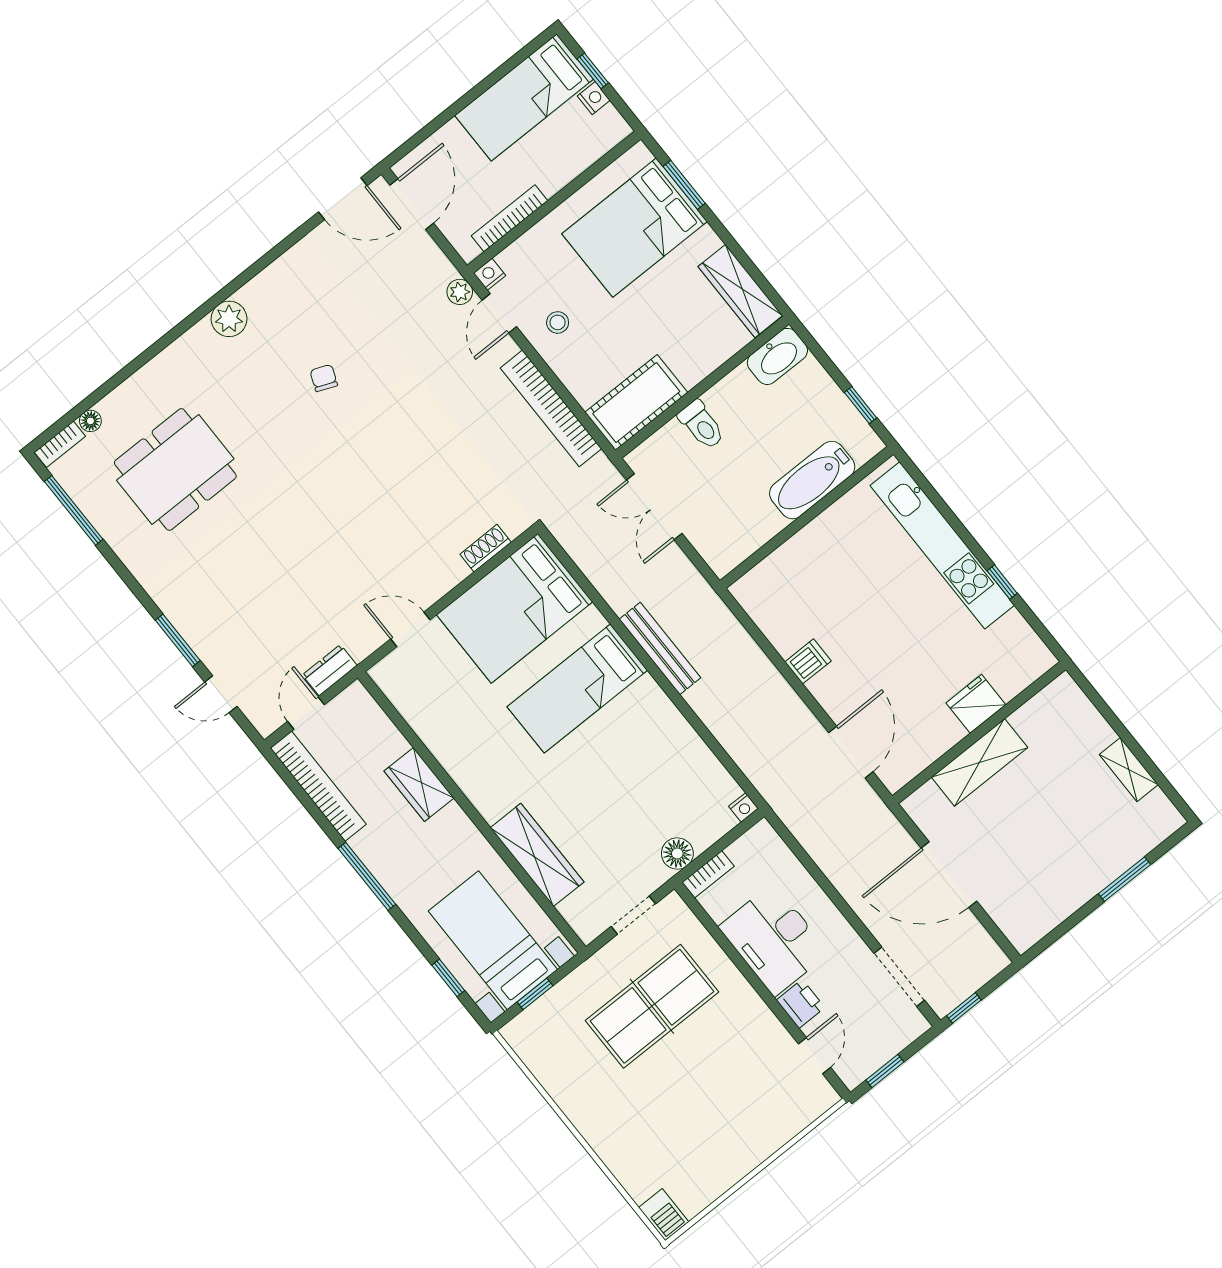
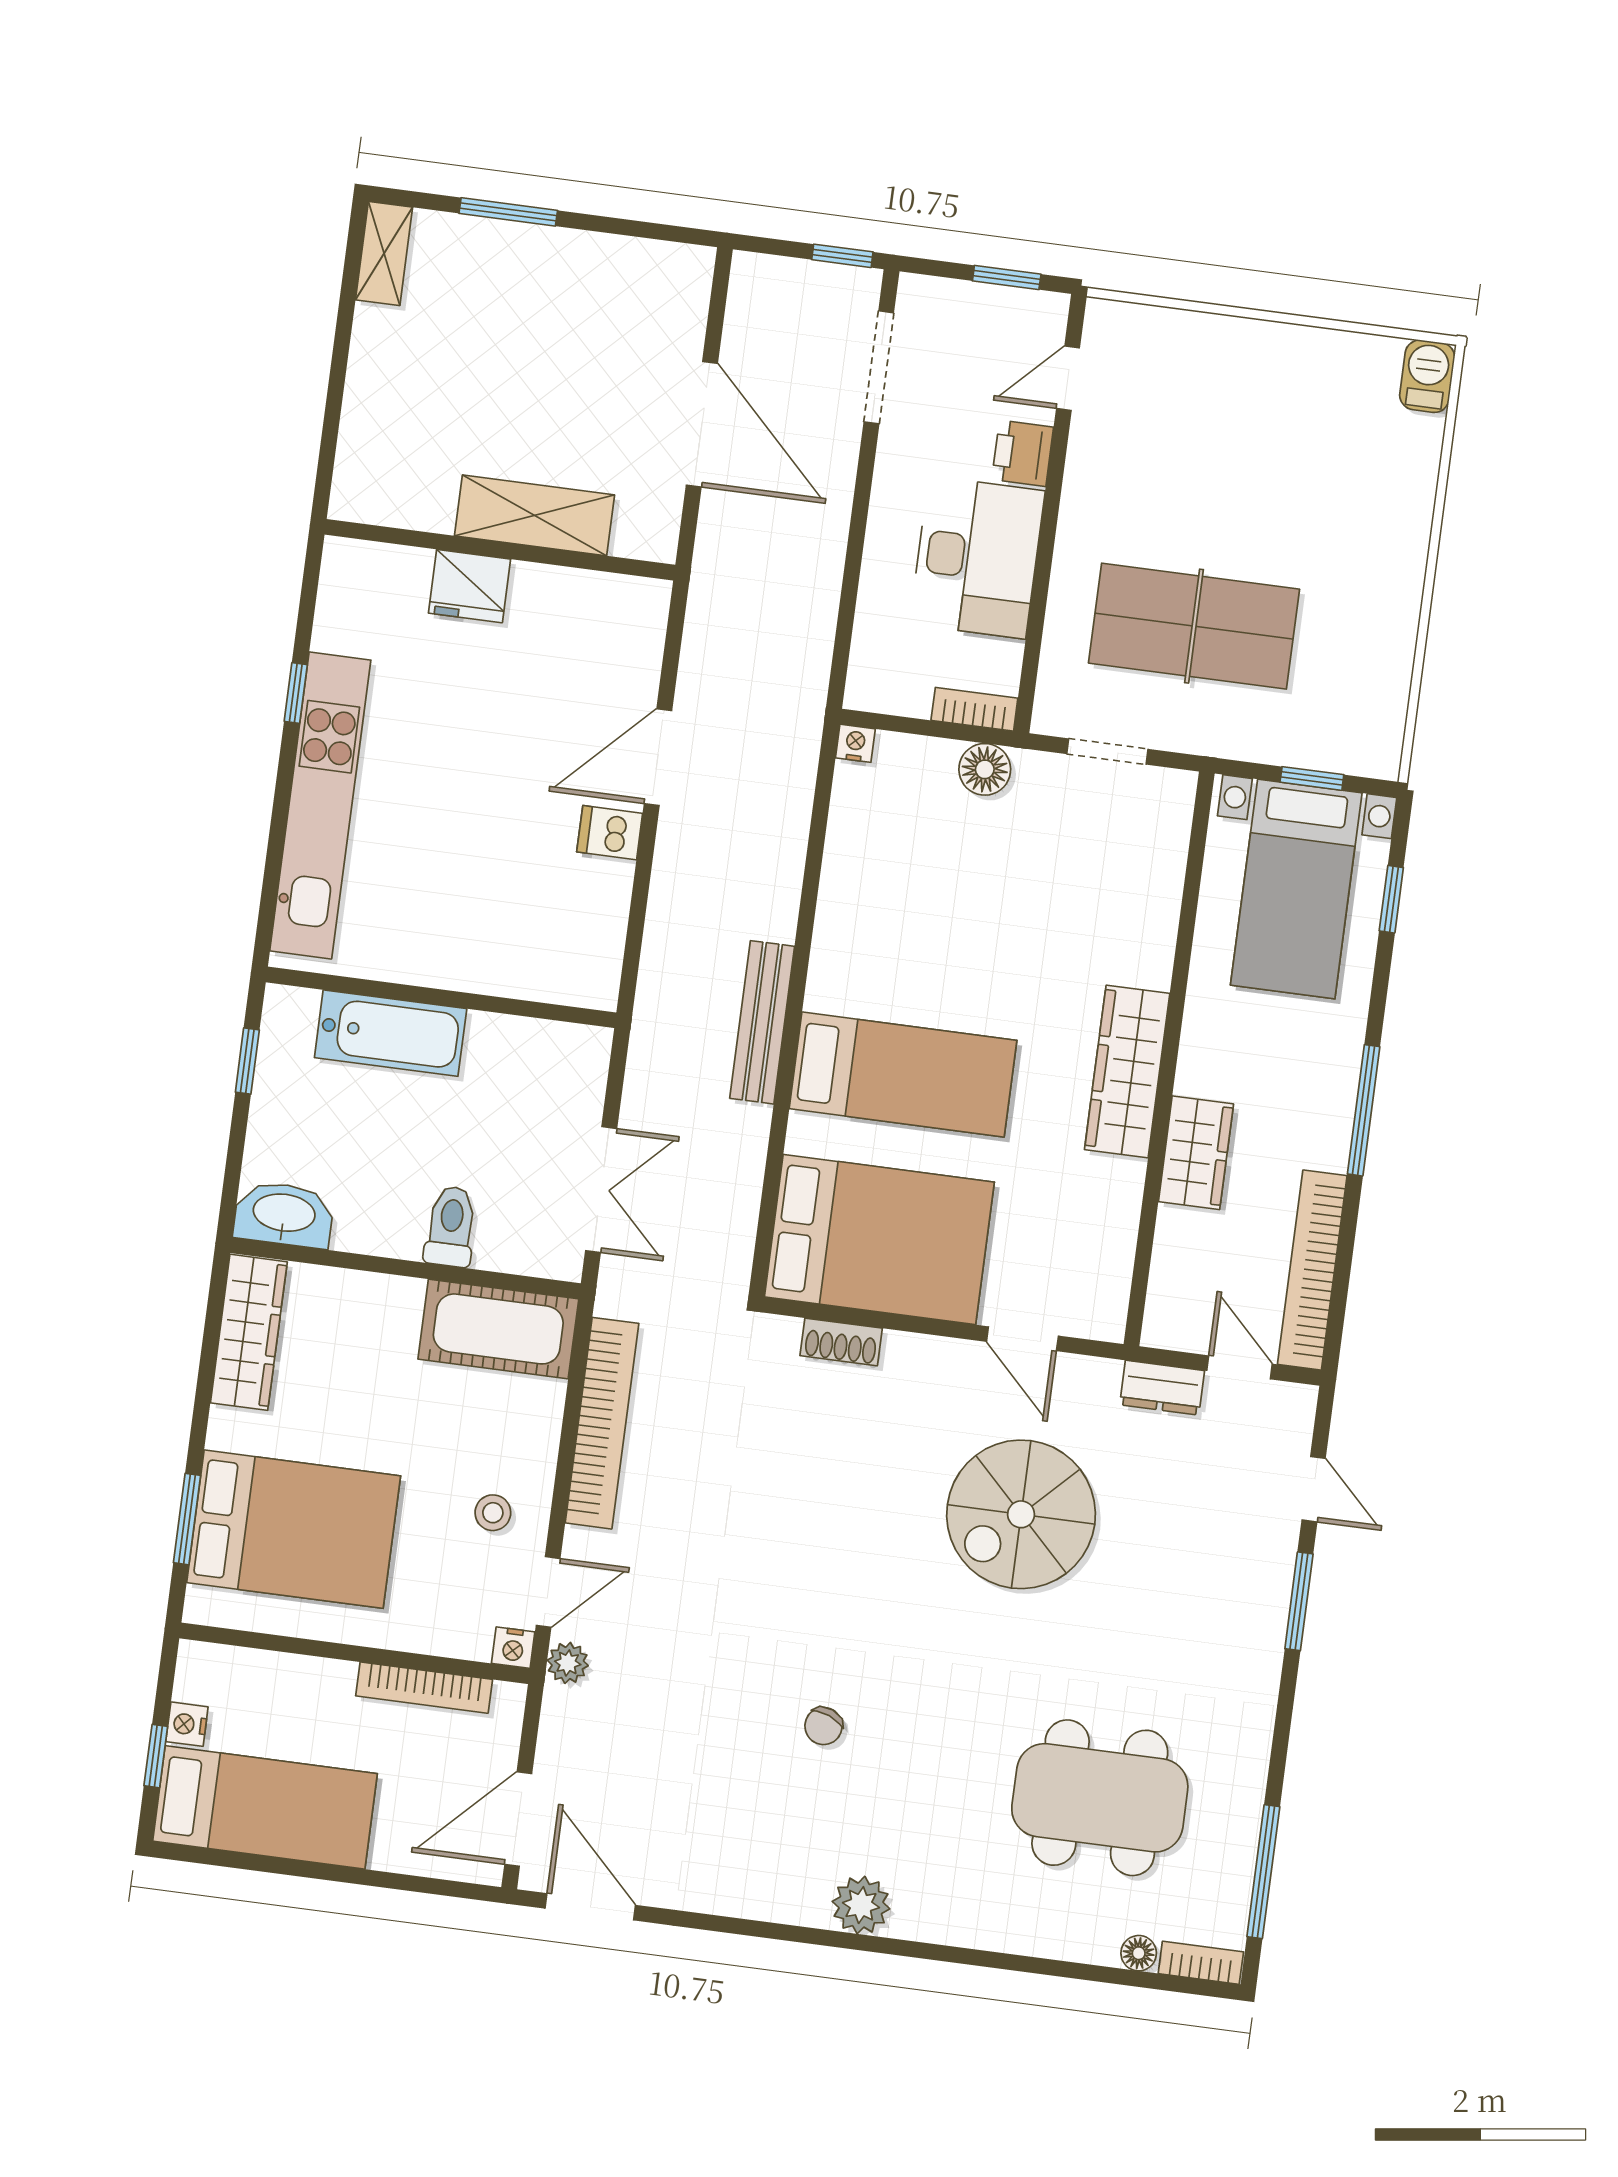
spiral stairs: (334, 555) -> (1021, 1514), added
door: (306, 713) -> (1240, 1367), swing flipped
door: (851, 752) -> (658, 757), moved
shelving: (1129, 770) -> (384, 254), moved
wardrobe: (537, 855) -> (1127, 1072), moved

